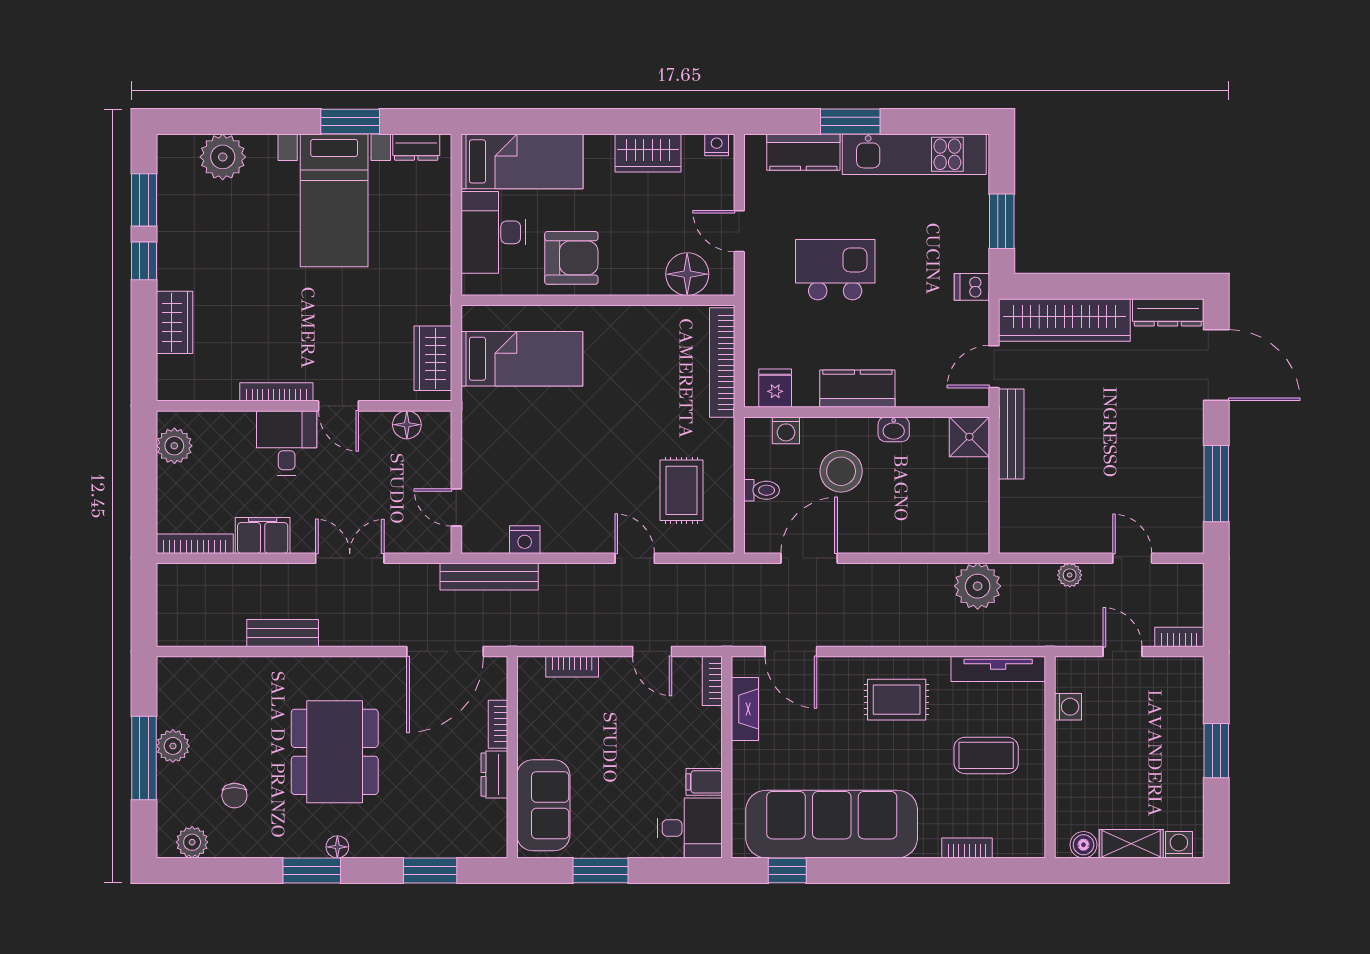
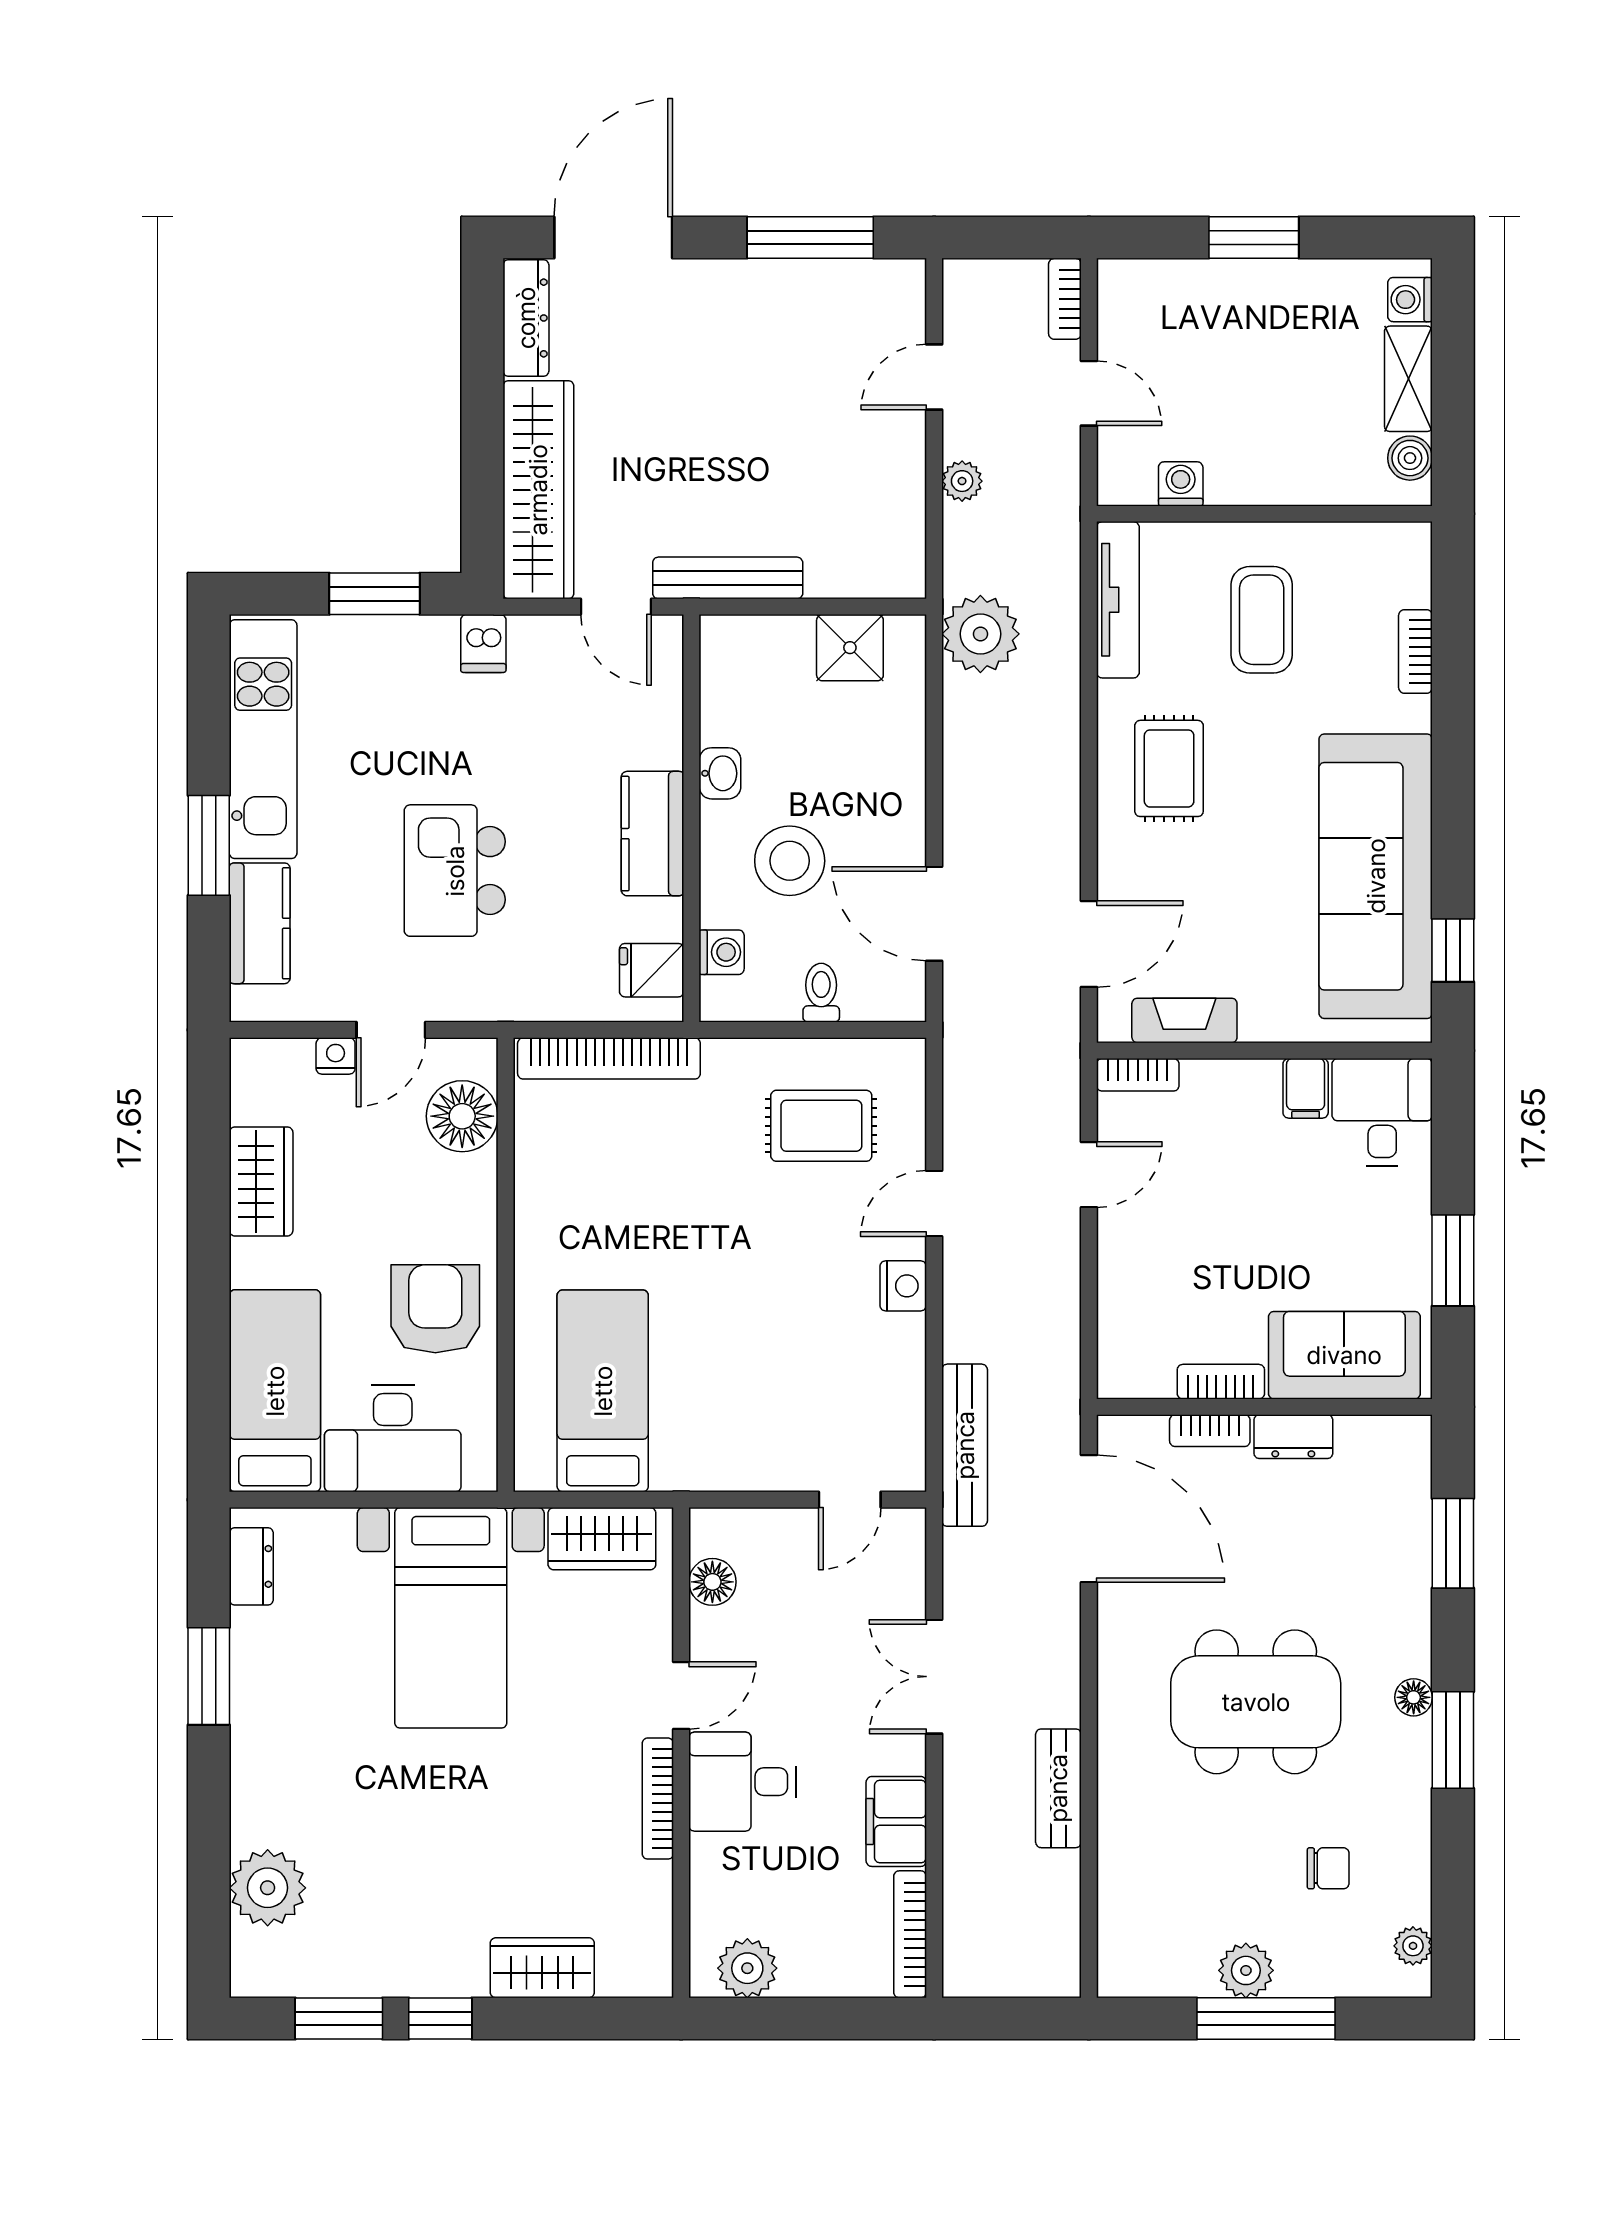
nightstand: (717, 145) -> (336, 1056), moved, turned 90
bed with nightstands: (334, 200) -> (451, 1618), moved, turned 90
shower: (969, 437) -> (850, 648), moved
nightstand: (525, 540) -> (903, 1286), moved
door: (1122, 651) -> (1089, 393), swing flipped
bookcase: (572, 667) -> (1221, 1382), moved, turned -90
plant: (192, 842) -> (1413, 1946), width x0.73, depth x0.73

